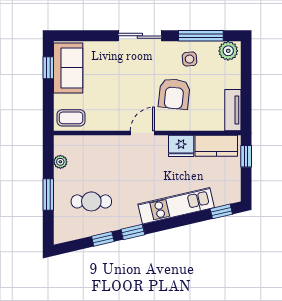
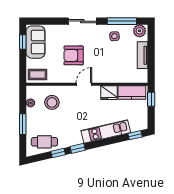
armchair: (174, 94) -> (74, 55), moved, turned 84
tv unit: (233, 110) -> (143, 55), moved
stool: (93, 161) -> (52, 102), added
cafe table: (91, 201) -> (44, 142), moved

